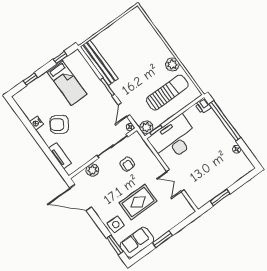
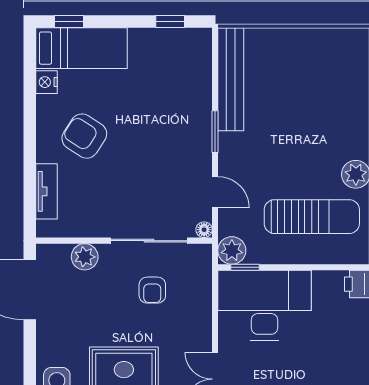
window: (30, 79) -> (69, 21), moved
bed: (67, 83) -> (82, 48), moved, turned -90
door: (124, 110) -> (215, 192), swing flipped
nightstand: (36, 123) -> (46, 82), moved

